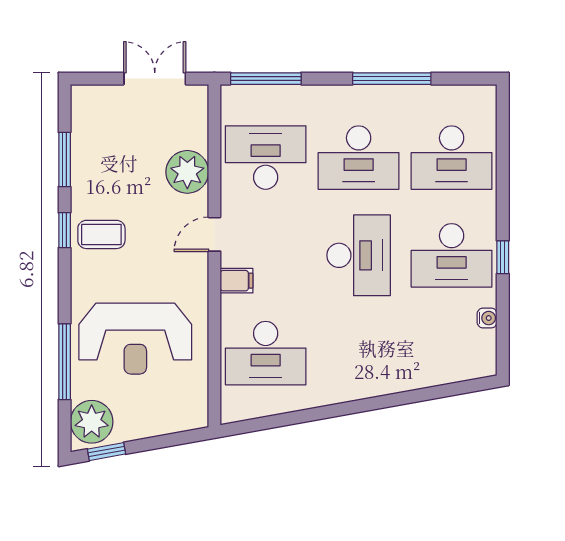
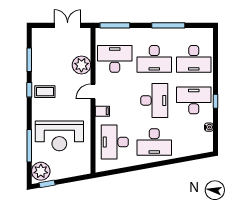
desk: (452, 255) -> (194, 100), turned 180
desk: (266, 353) -> (115, 142), turned 90
desk: (359, 353) -> (154, 142), added

